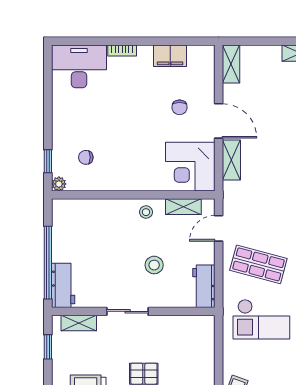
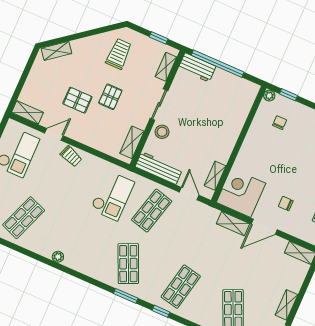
stool: (146, 212) -> (223, 148), removed
stool: (154, 265) -> (162, 132), moved
workbench: (204, 286) -> (159, 168), width x1.38
checkout: (261, 319) -> (112, 196), turned 180
shelving: (187, 324) -> (132, 142), added

